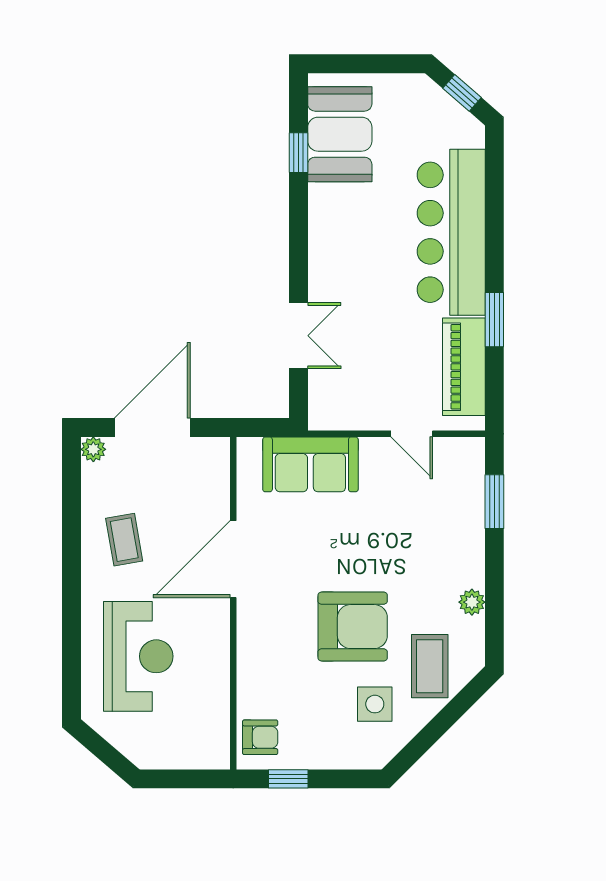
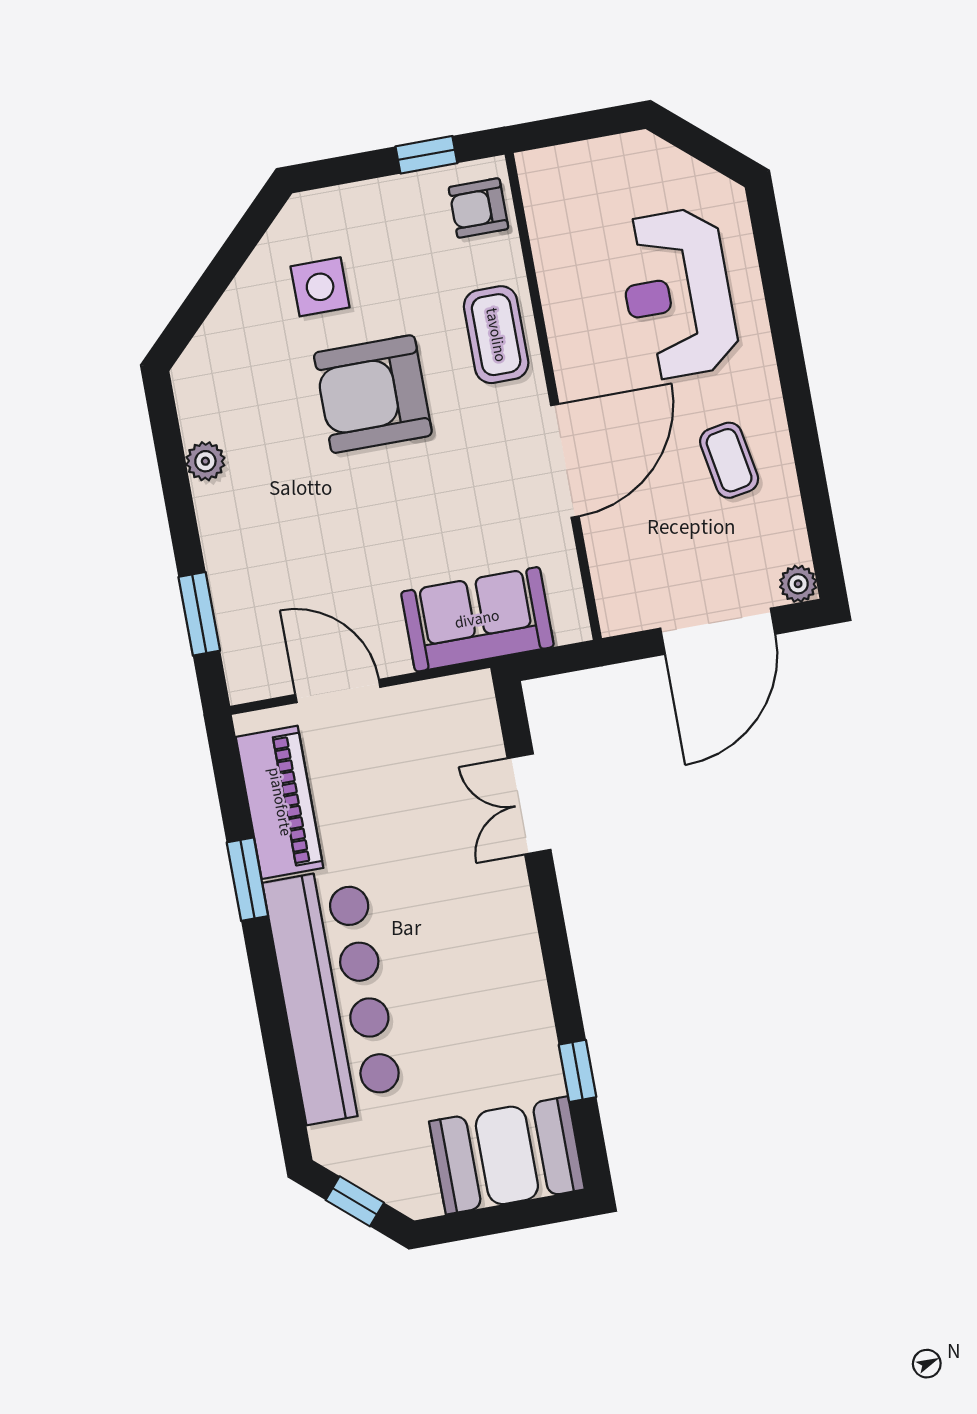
booth: (340, 134) -> (507, 1155), moved, turned 90
door: (412, 434) -> (338, 691), width x1.37
coffee table: (430, 666) -> (496, 335), moved

